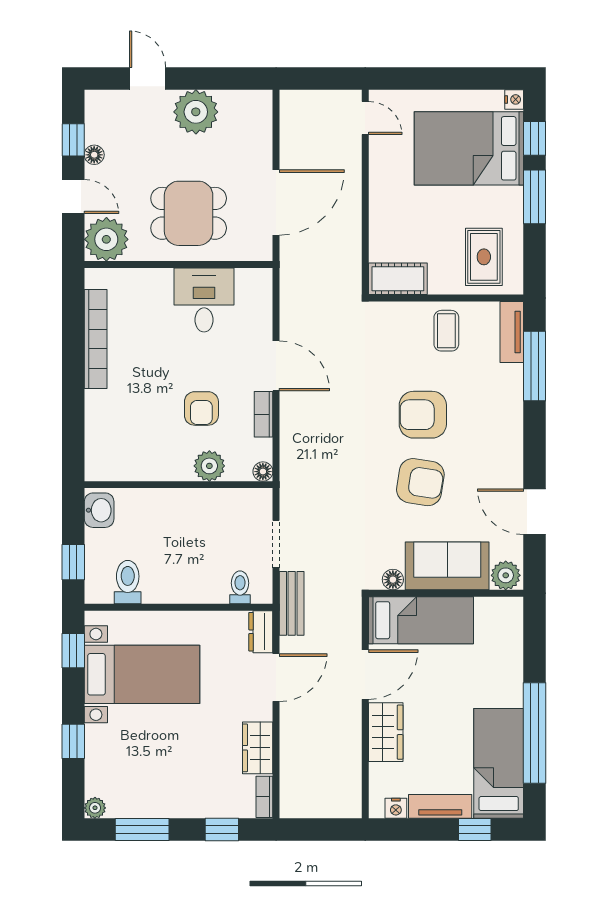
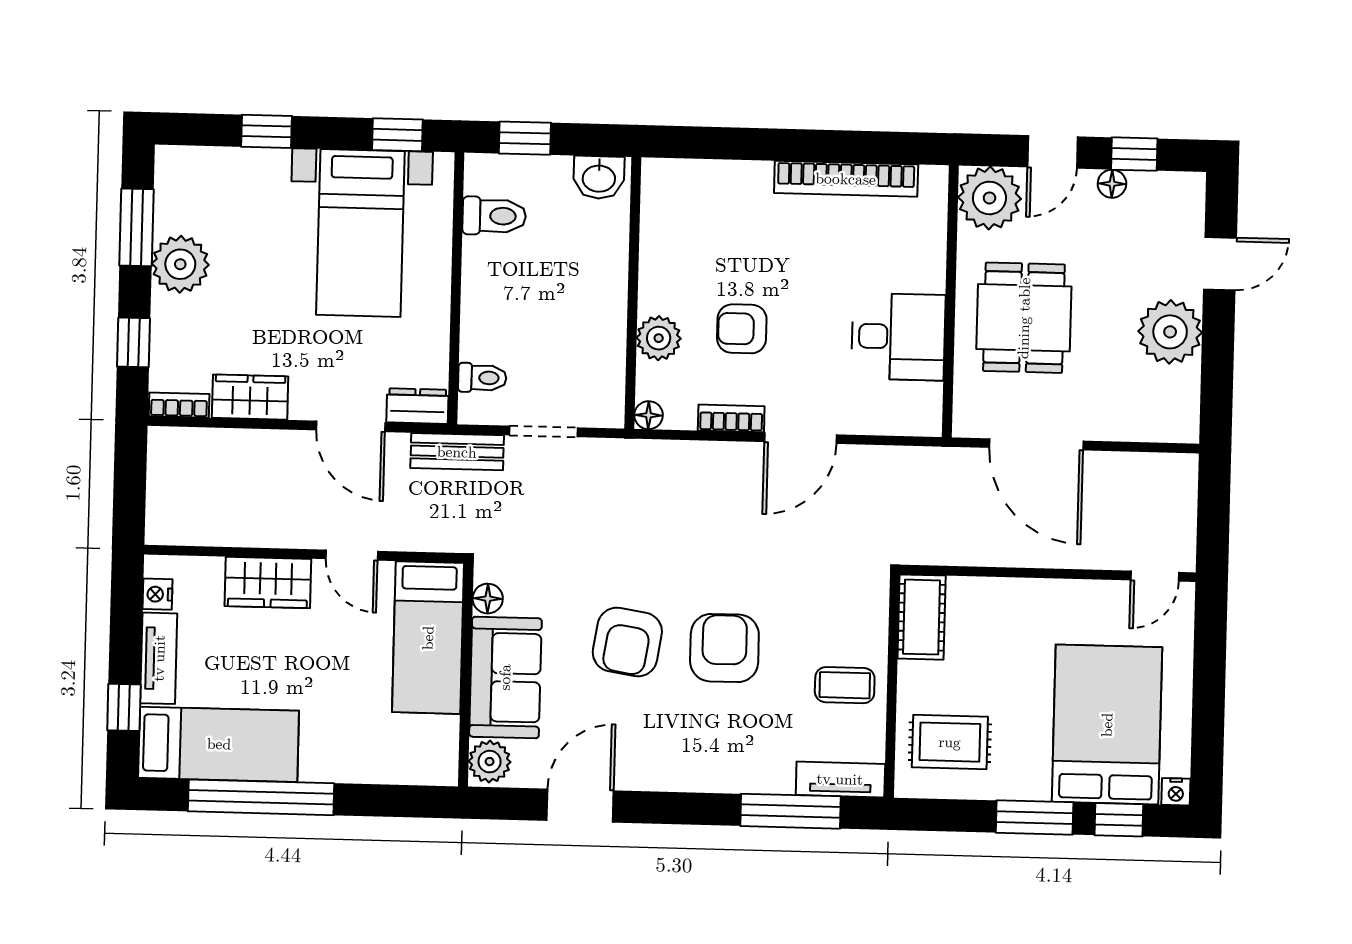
door: (365, 675) -> (352, 555), width x0.73
plant: (95, 808) -> (180, 264), moved, width x1.87, depth x1.87

